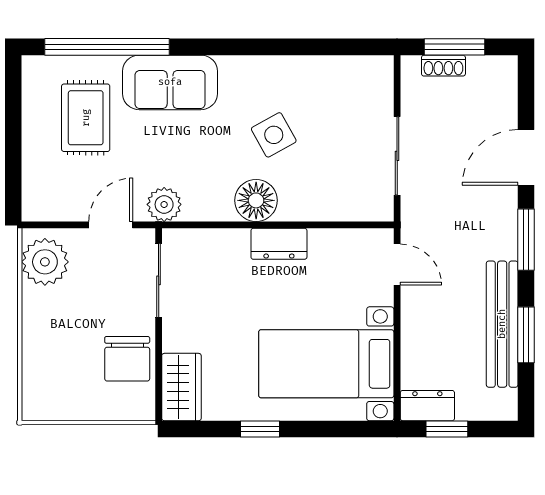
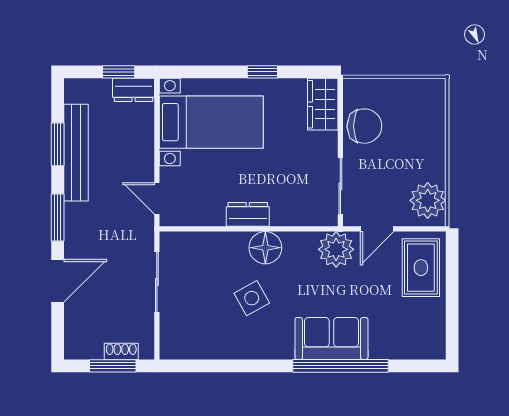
window: (107, 47) -> (341, 366), moved
rug: (86, 118) -> (421, 268), moved
plant: (164, 204) -> (336, 249), width x1.36, depth x1.36
chair: (127, 359) -> (364, 126), turned 90

